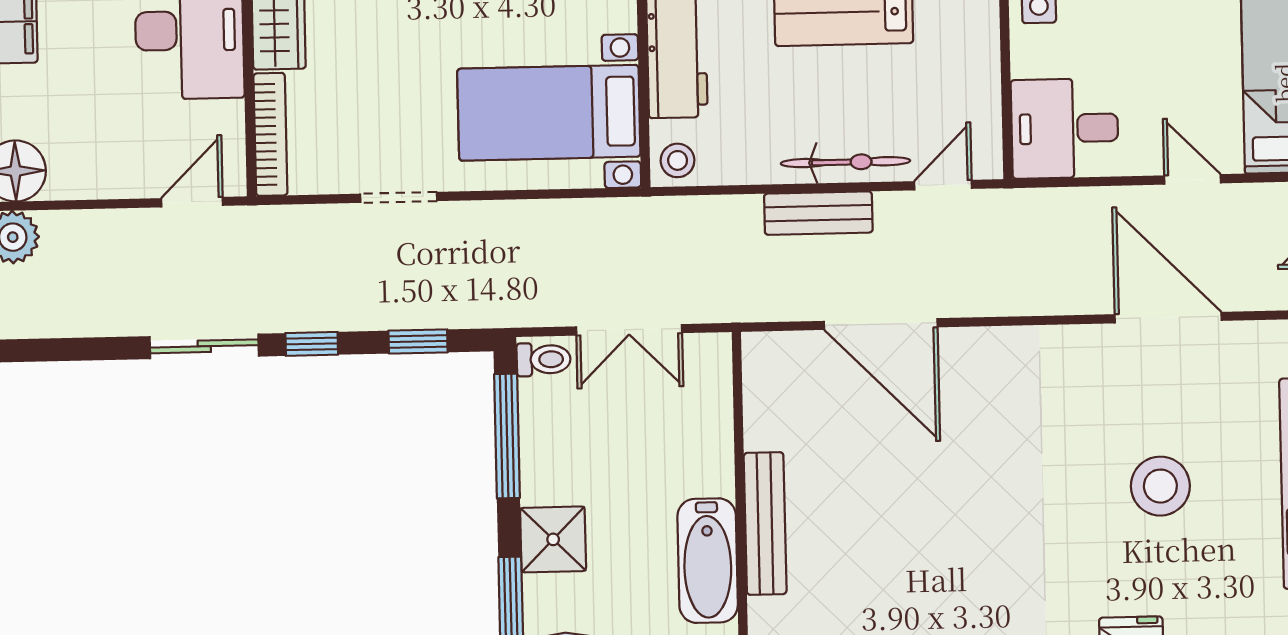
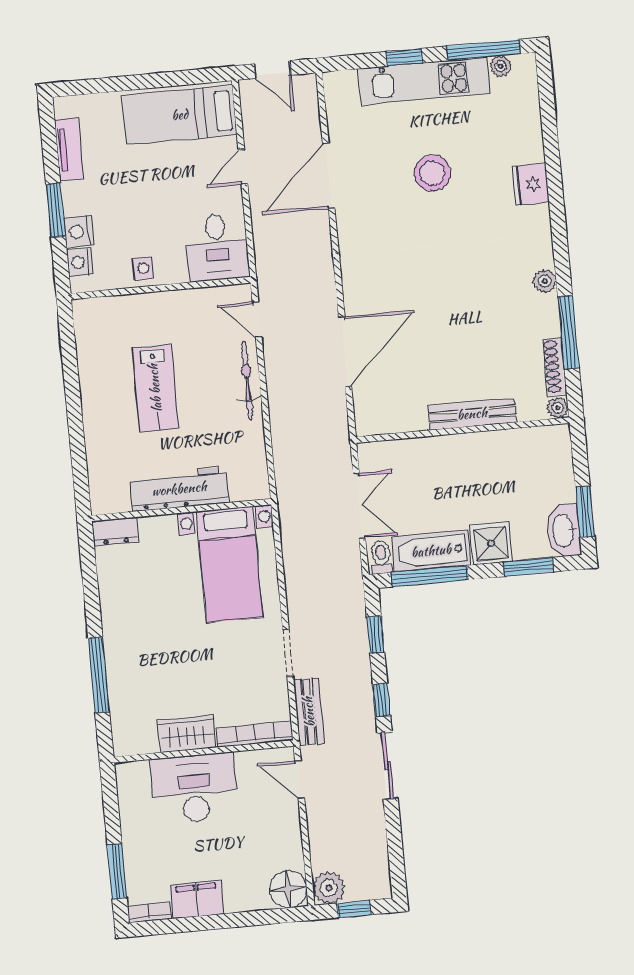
stool: (678, 160) -> (253, 483), removed
bench: (818, 213) -> (309, 712), moved
bathtub: (708, 561) -> (431, 551), moved, turned 180

